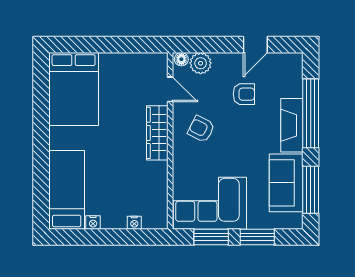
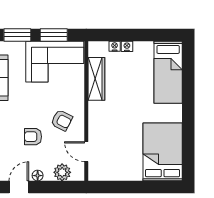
floor lamp: (181, 59) -> (38, 176), moved
armchair: (244, 94) -> (33, 137), moved
wardrobe: (157, 133) -> (96, 79), moved
nightstand: (93, 223) -> (127, 46), moved

